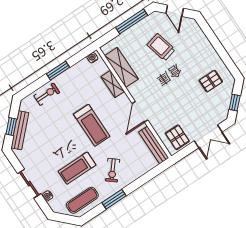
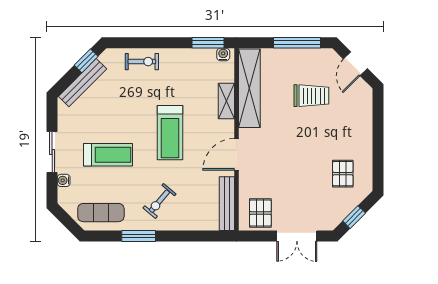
trolley: (161, 47) -> (311, 96), turned 104
shelving: (121, 67) -> (249, 88), width x1.47
window: (58, 71) -> (208, 43), moved
pallet: (211, 81) -> (343, 174), turned 90
window: (11, 126) -> (86, 61), moved
treadmill: (77, 168) -> (108, 155), moved, turned 180

